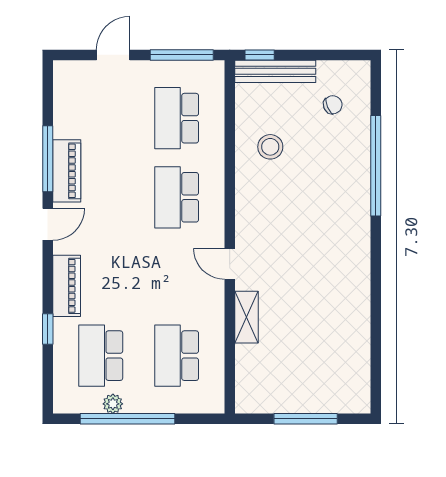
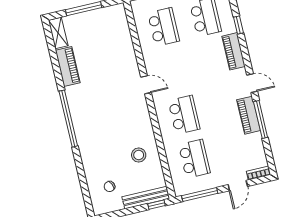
bookcase: (73, 68) -> (258, 173), added
window: (376, 166) -> (68, 119), moved
door: (48, 224) -> (252, 83), swing flipped
shelving: (246, 317) -> (58, 33), moved
piano: (356, 326) -> (68, 66), added

